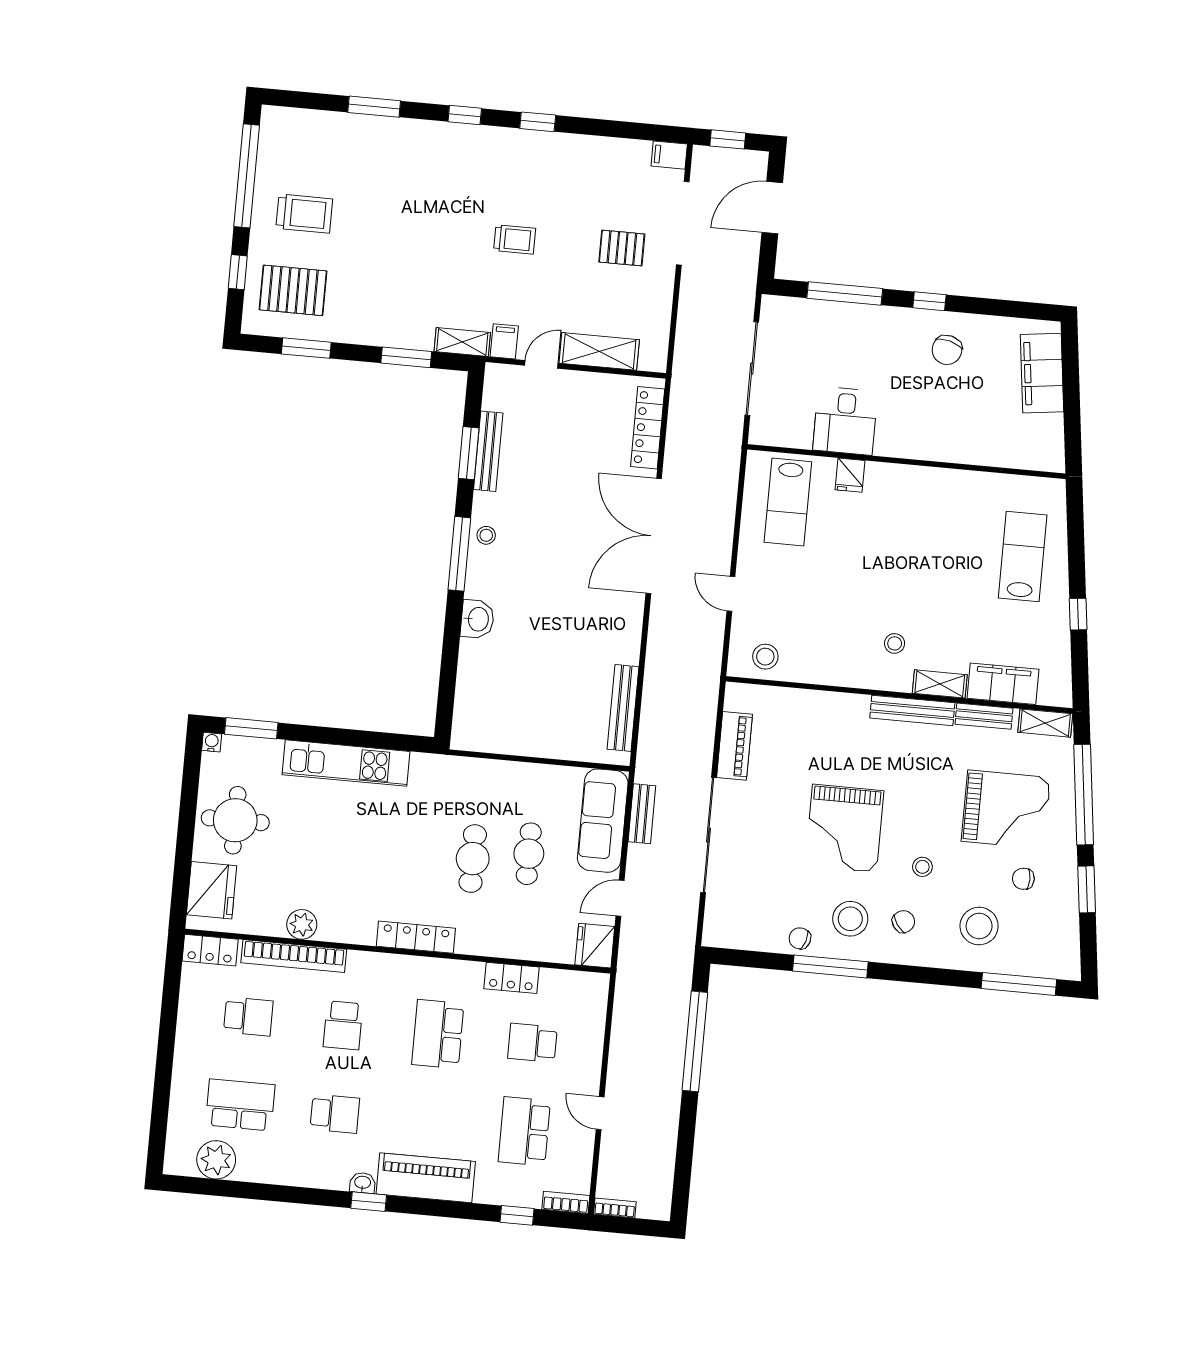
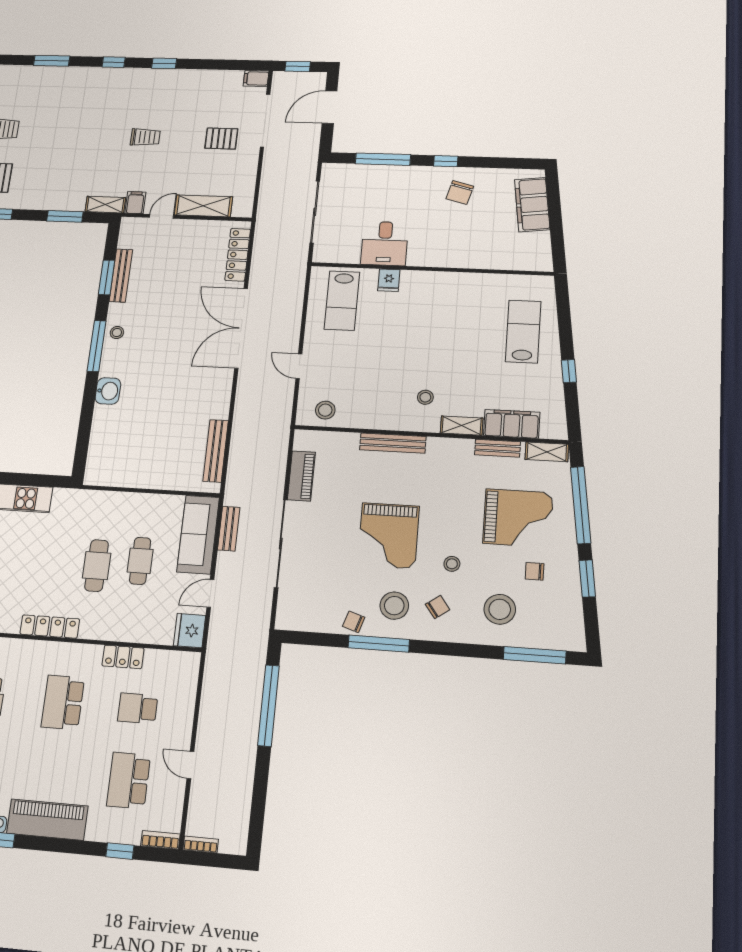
bench: (912, 710) -> (393, 443), moved

